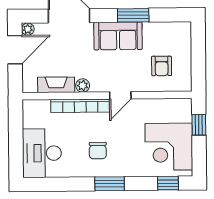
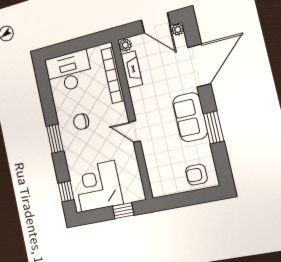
armchair: (162, 66) -> (196, 175), moved
plant: (83, 86) -> (125, 45), moved
bookcase: (80, 106) -> (113, 75), moved

